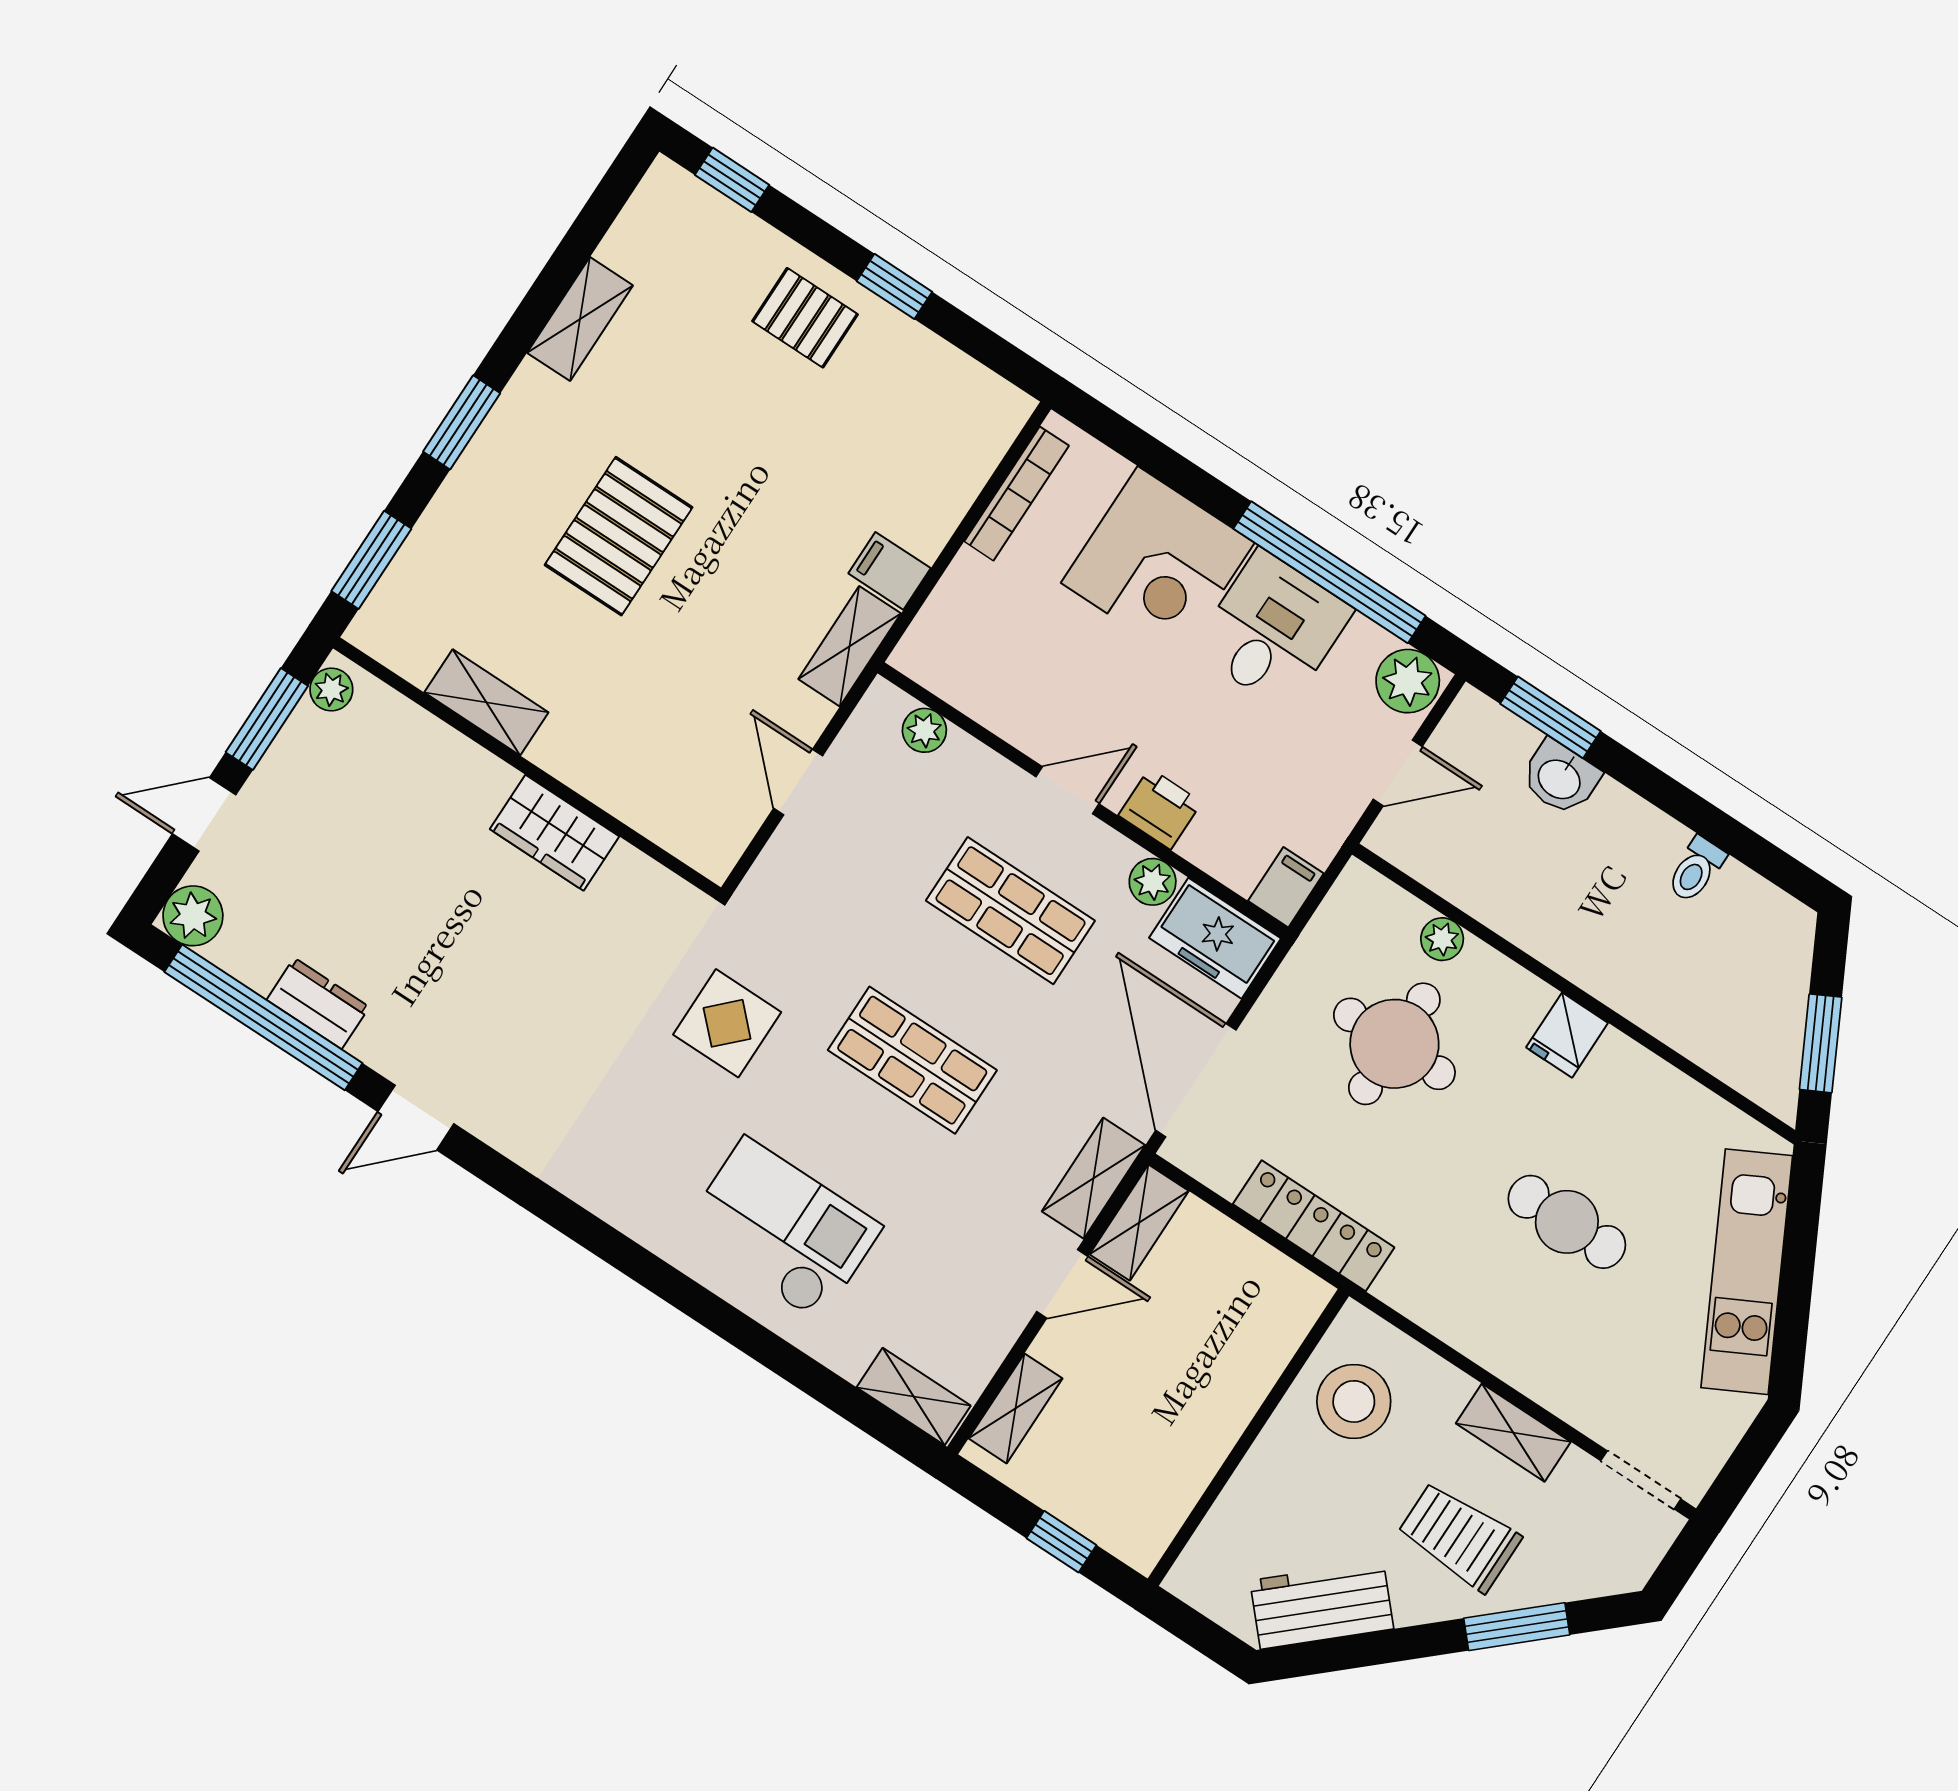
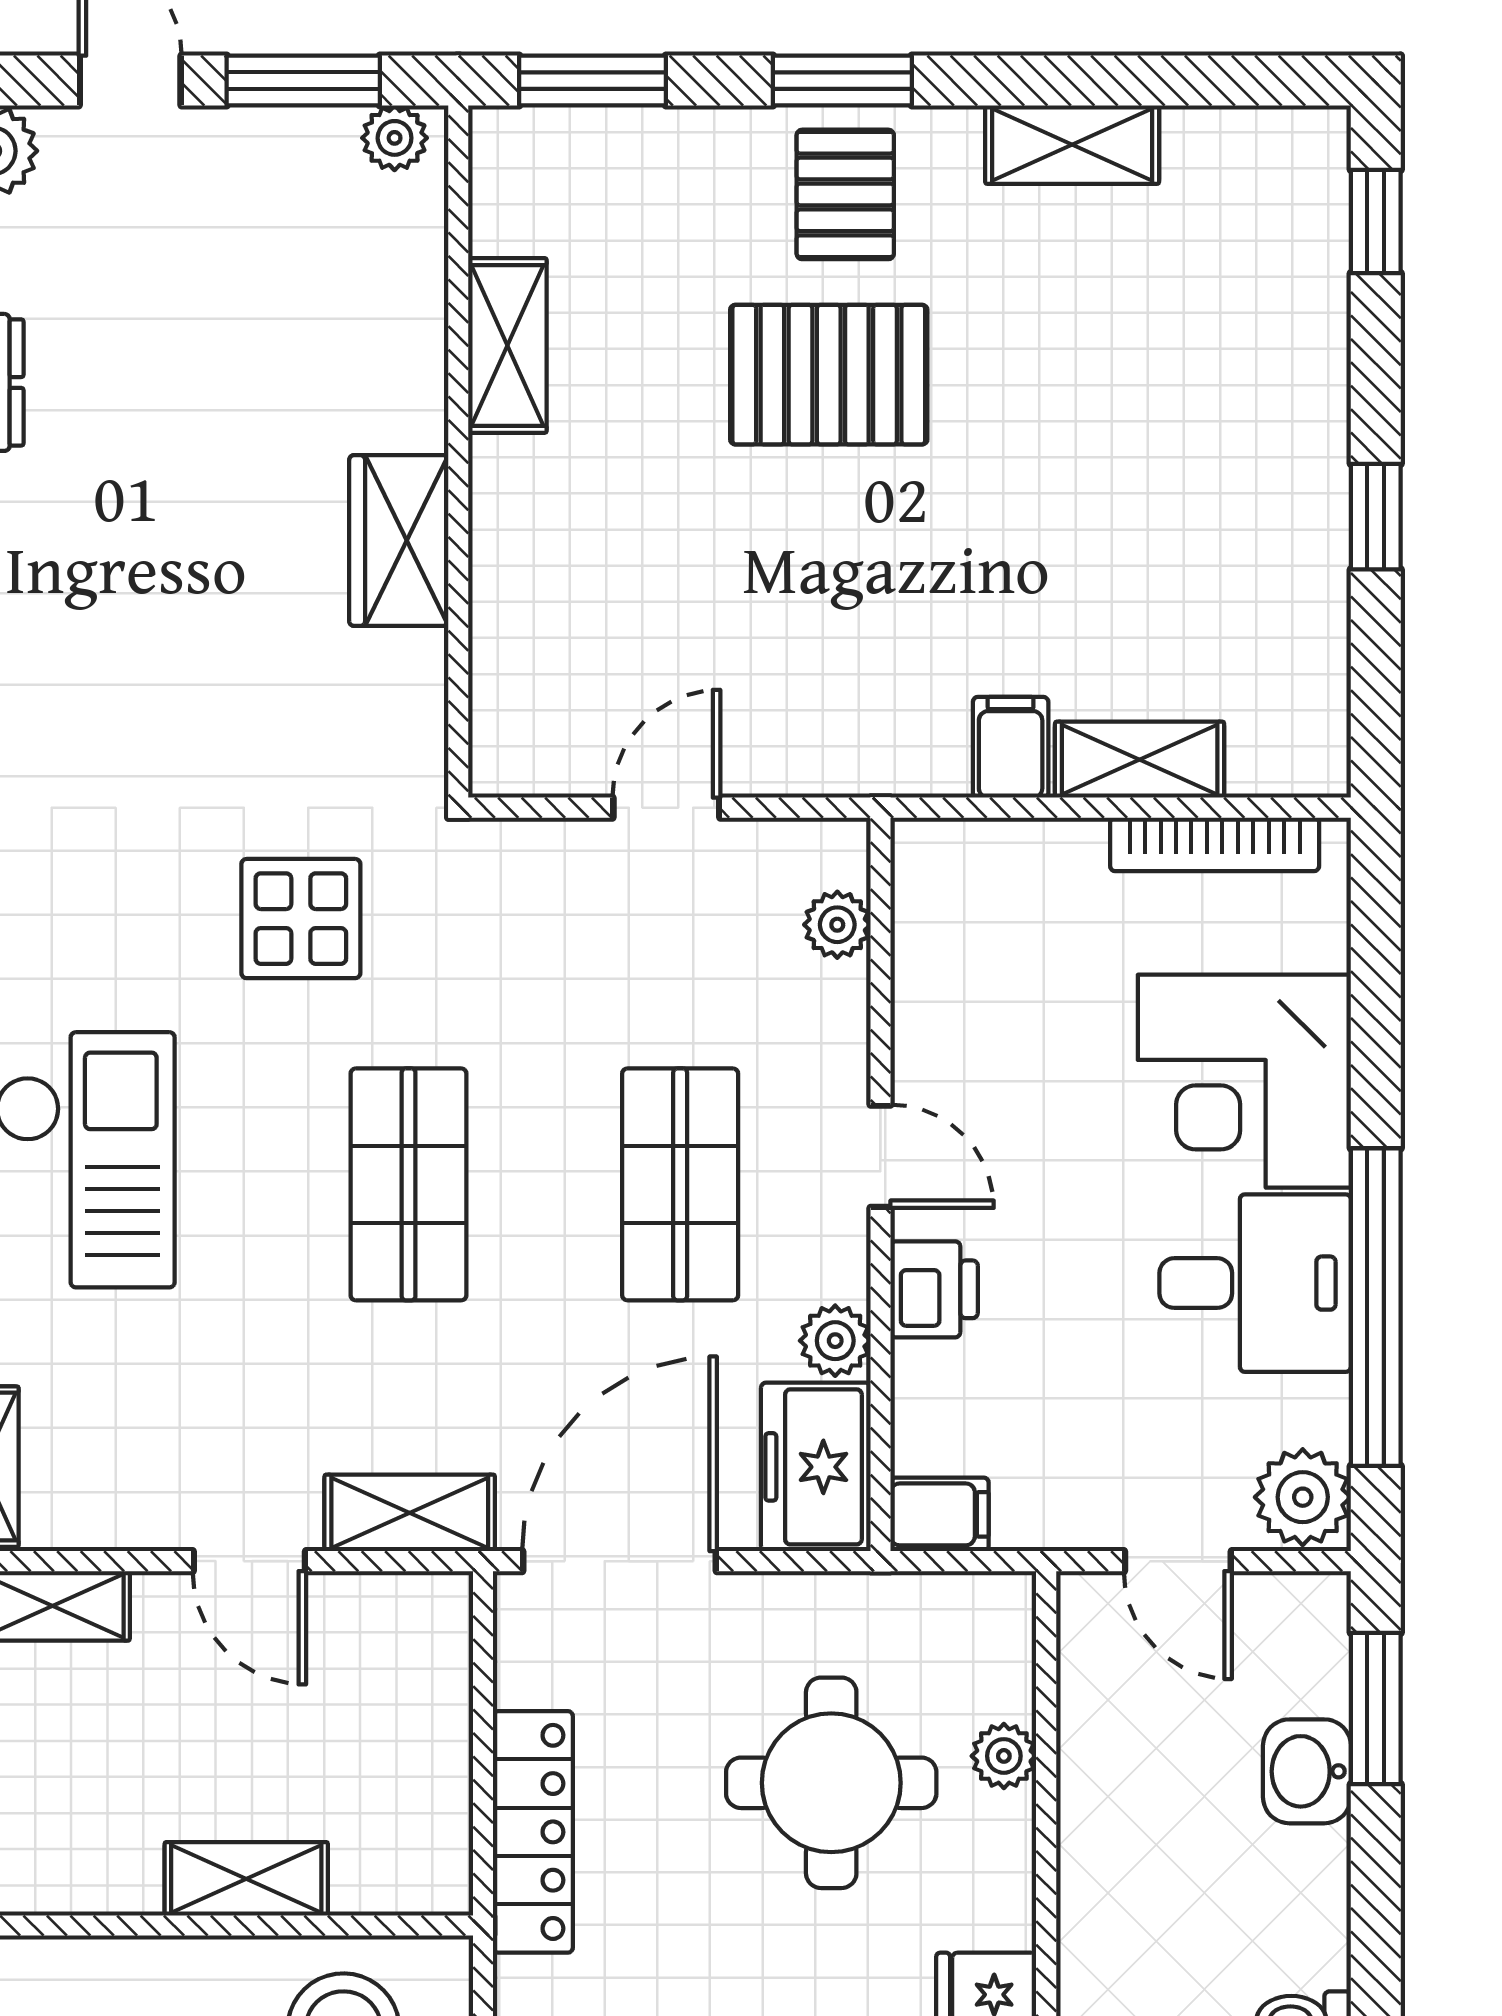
pallet: (805, 318) -> (845, 194), moved
shelving: (850, 646) -> (1140, 760), moved
shelving: (1139, 1223) -> (246, 1879), moved

